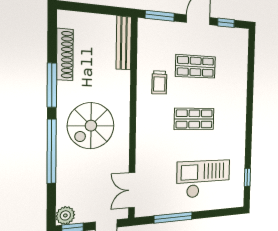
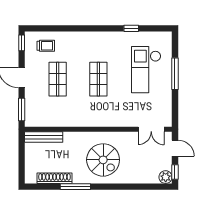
window: (226, 23) -> (22, 43), moved
trolley: (159, 82) -> (46, 46), moved
window: (52, 151) -> (120, 187), removed
window: (247, 177) -> (131, 28), moved
window: (173, 218) -> (175, 74), moved

